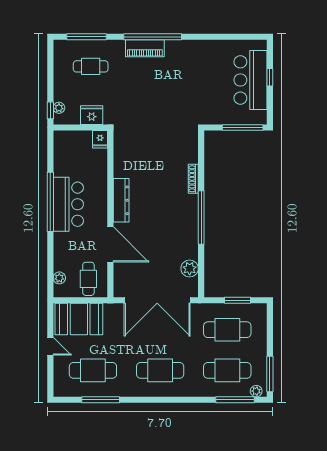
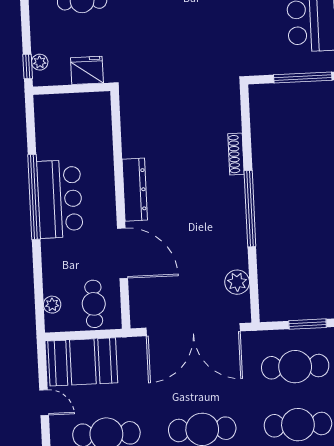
fridge: (100, 139) -> (101, 104), removed

